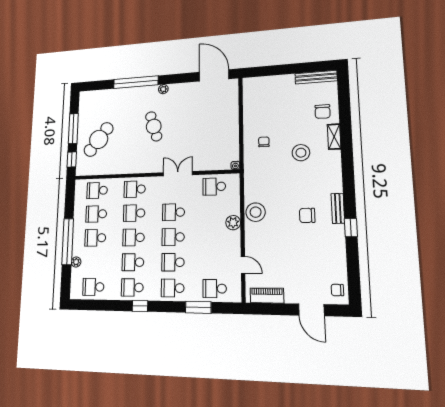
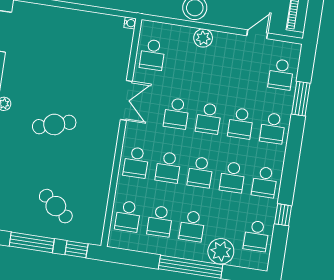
cafe table: (99, 139) -> (56, 206), width x0.73, depth x0.74
double door: (178, 174) -> (126, 100), swing flipped
plant: (76, 262) -> (221, 251), width x1.87, depth x1.87
window: (140, 306) -> (283, 215), moved

